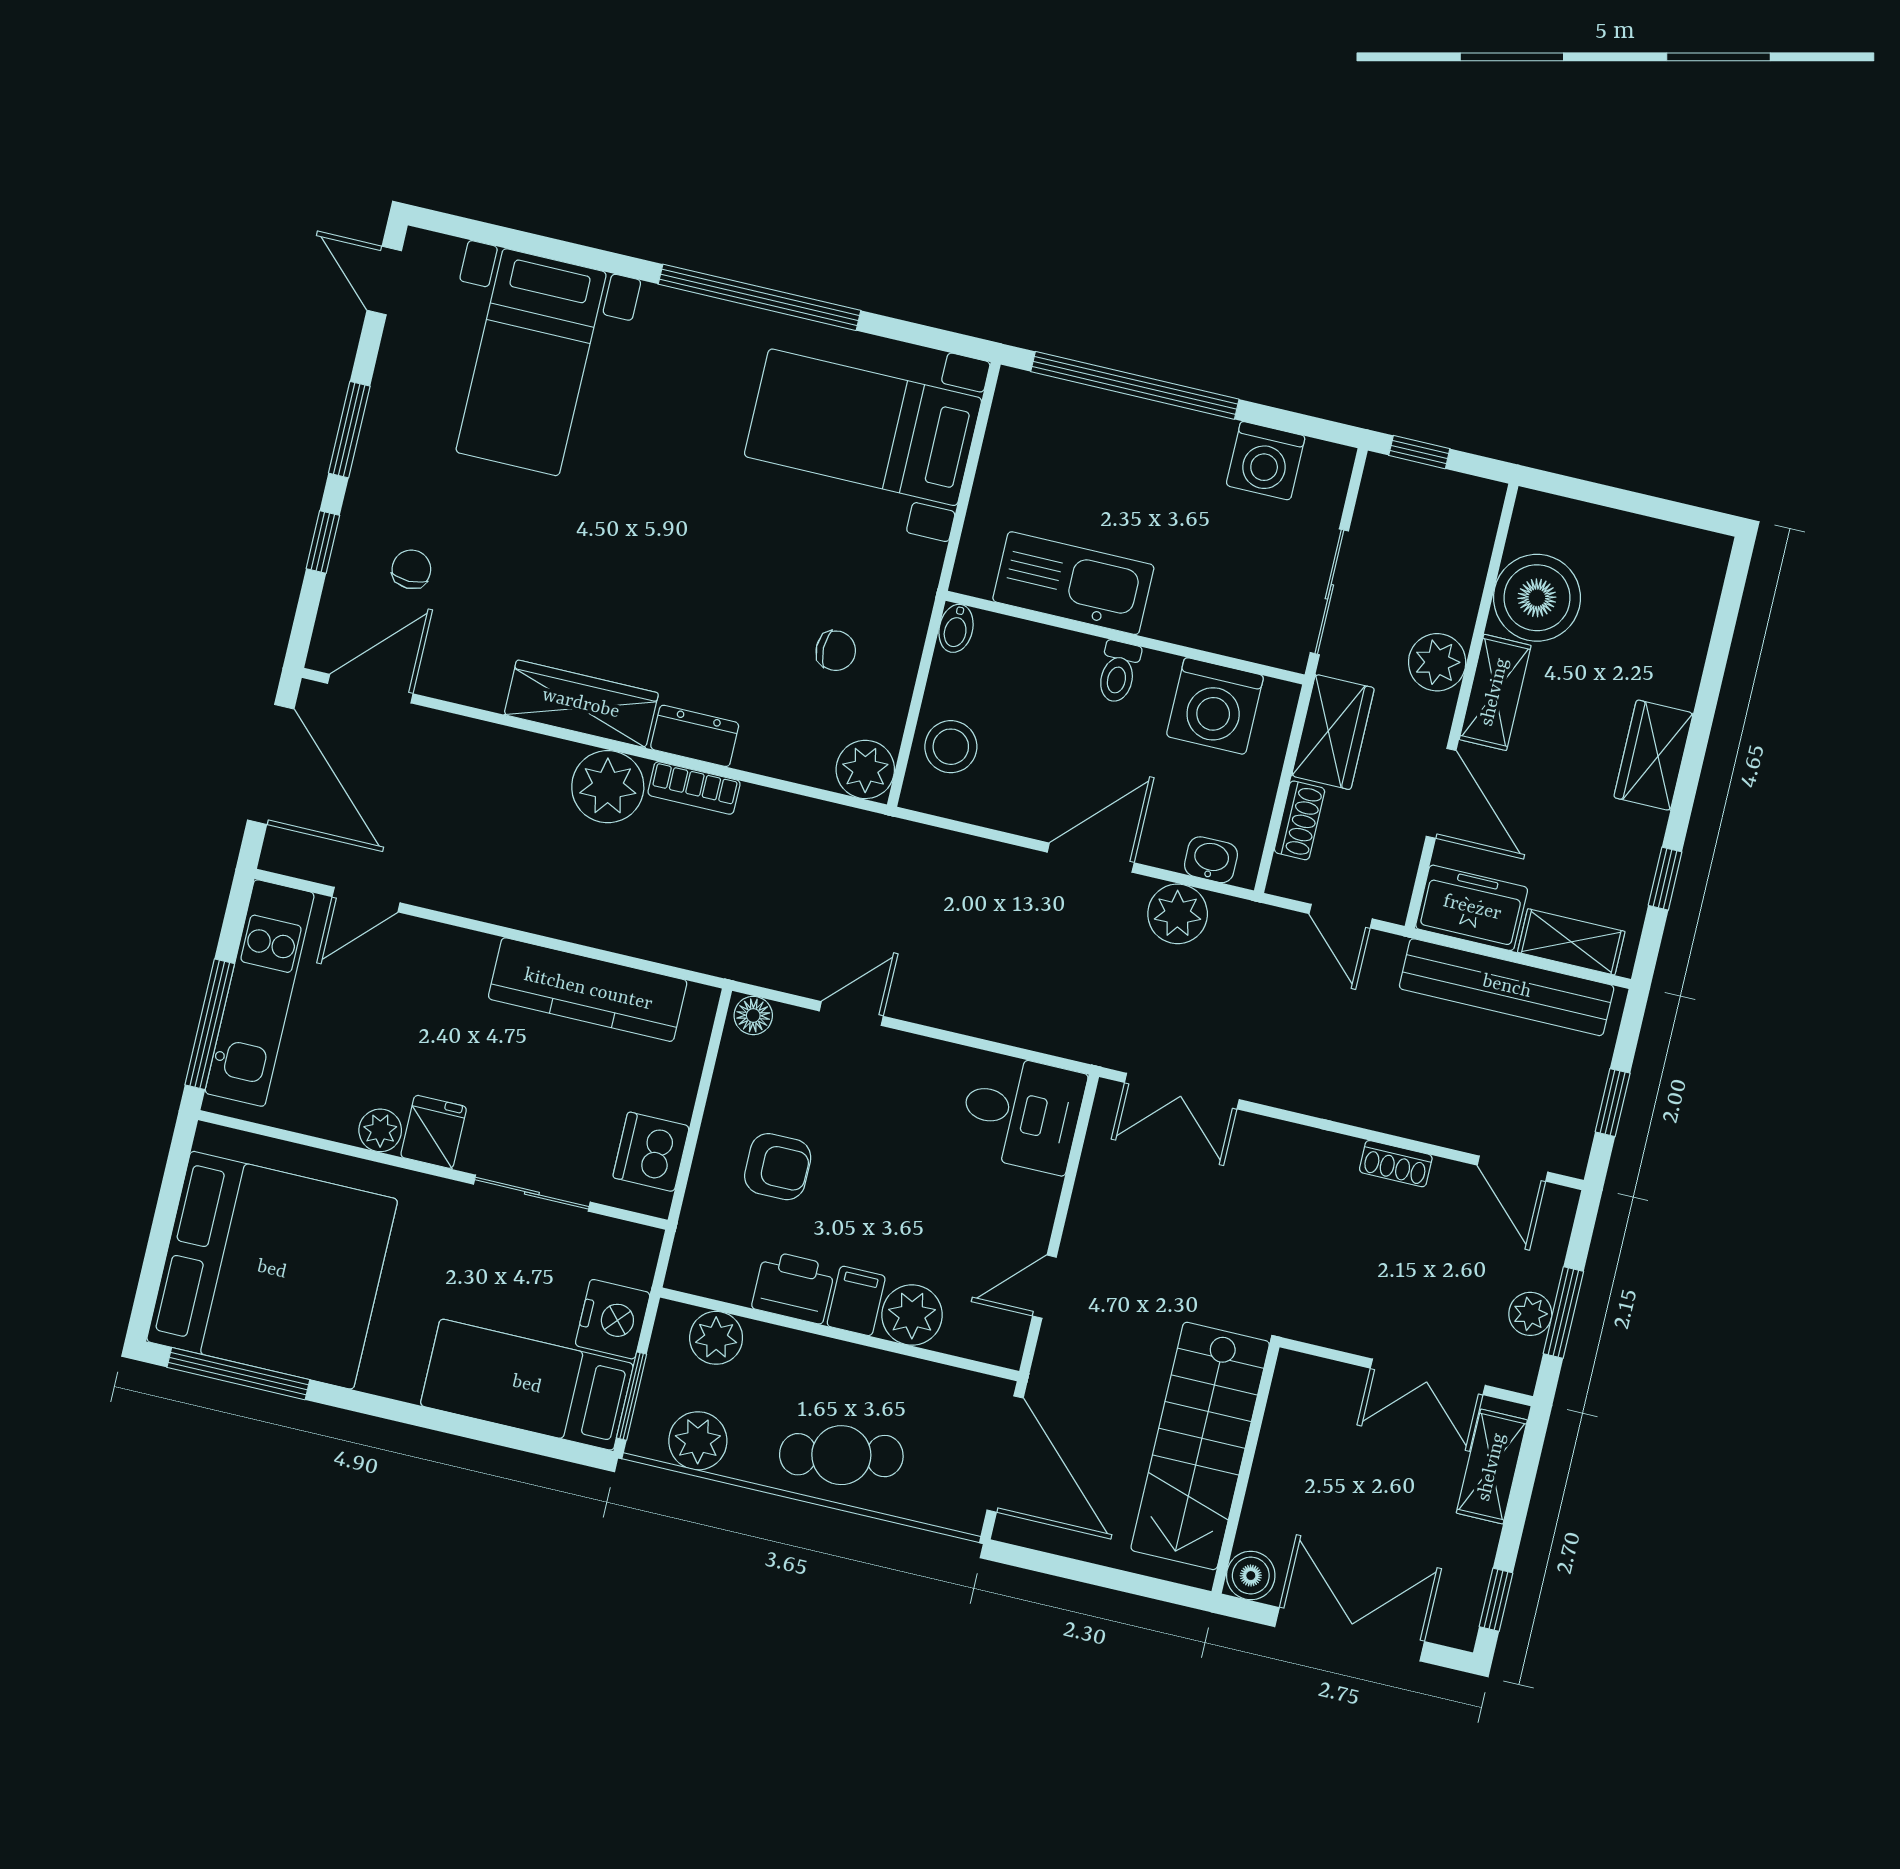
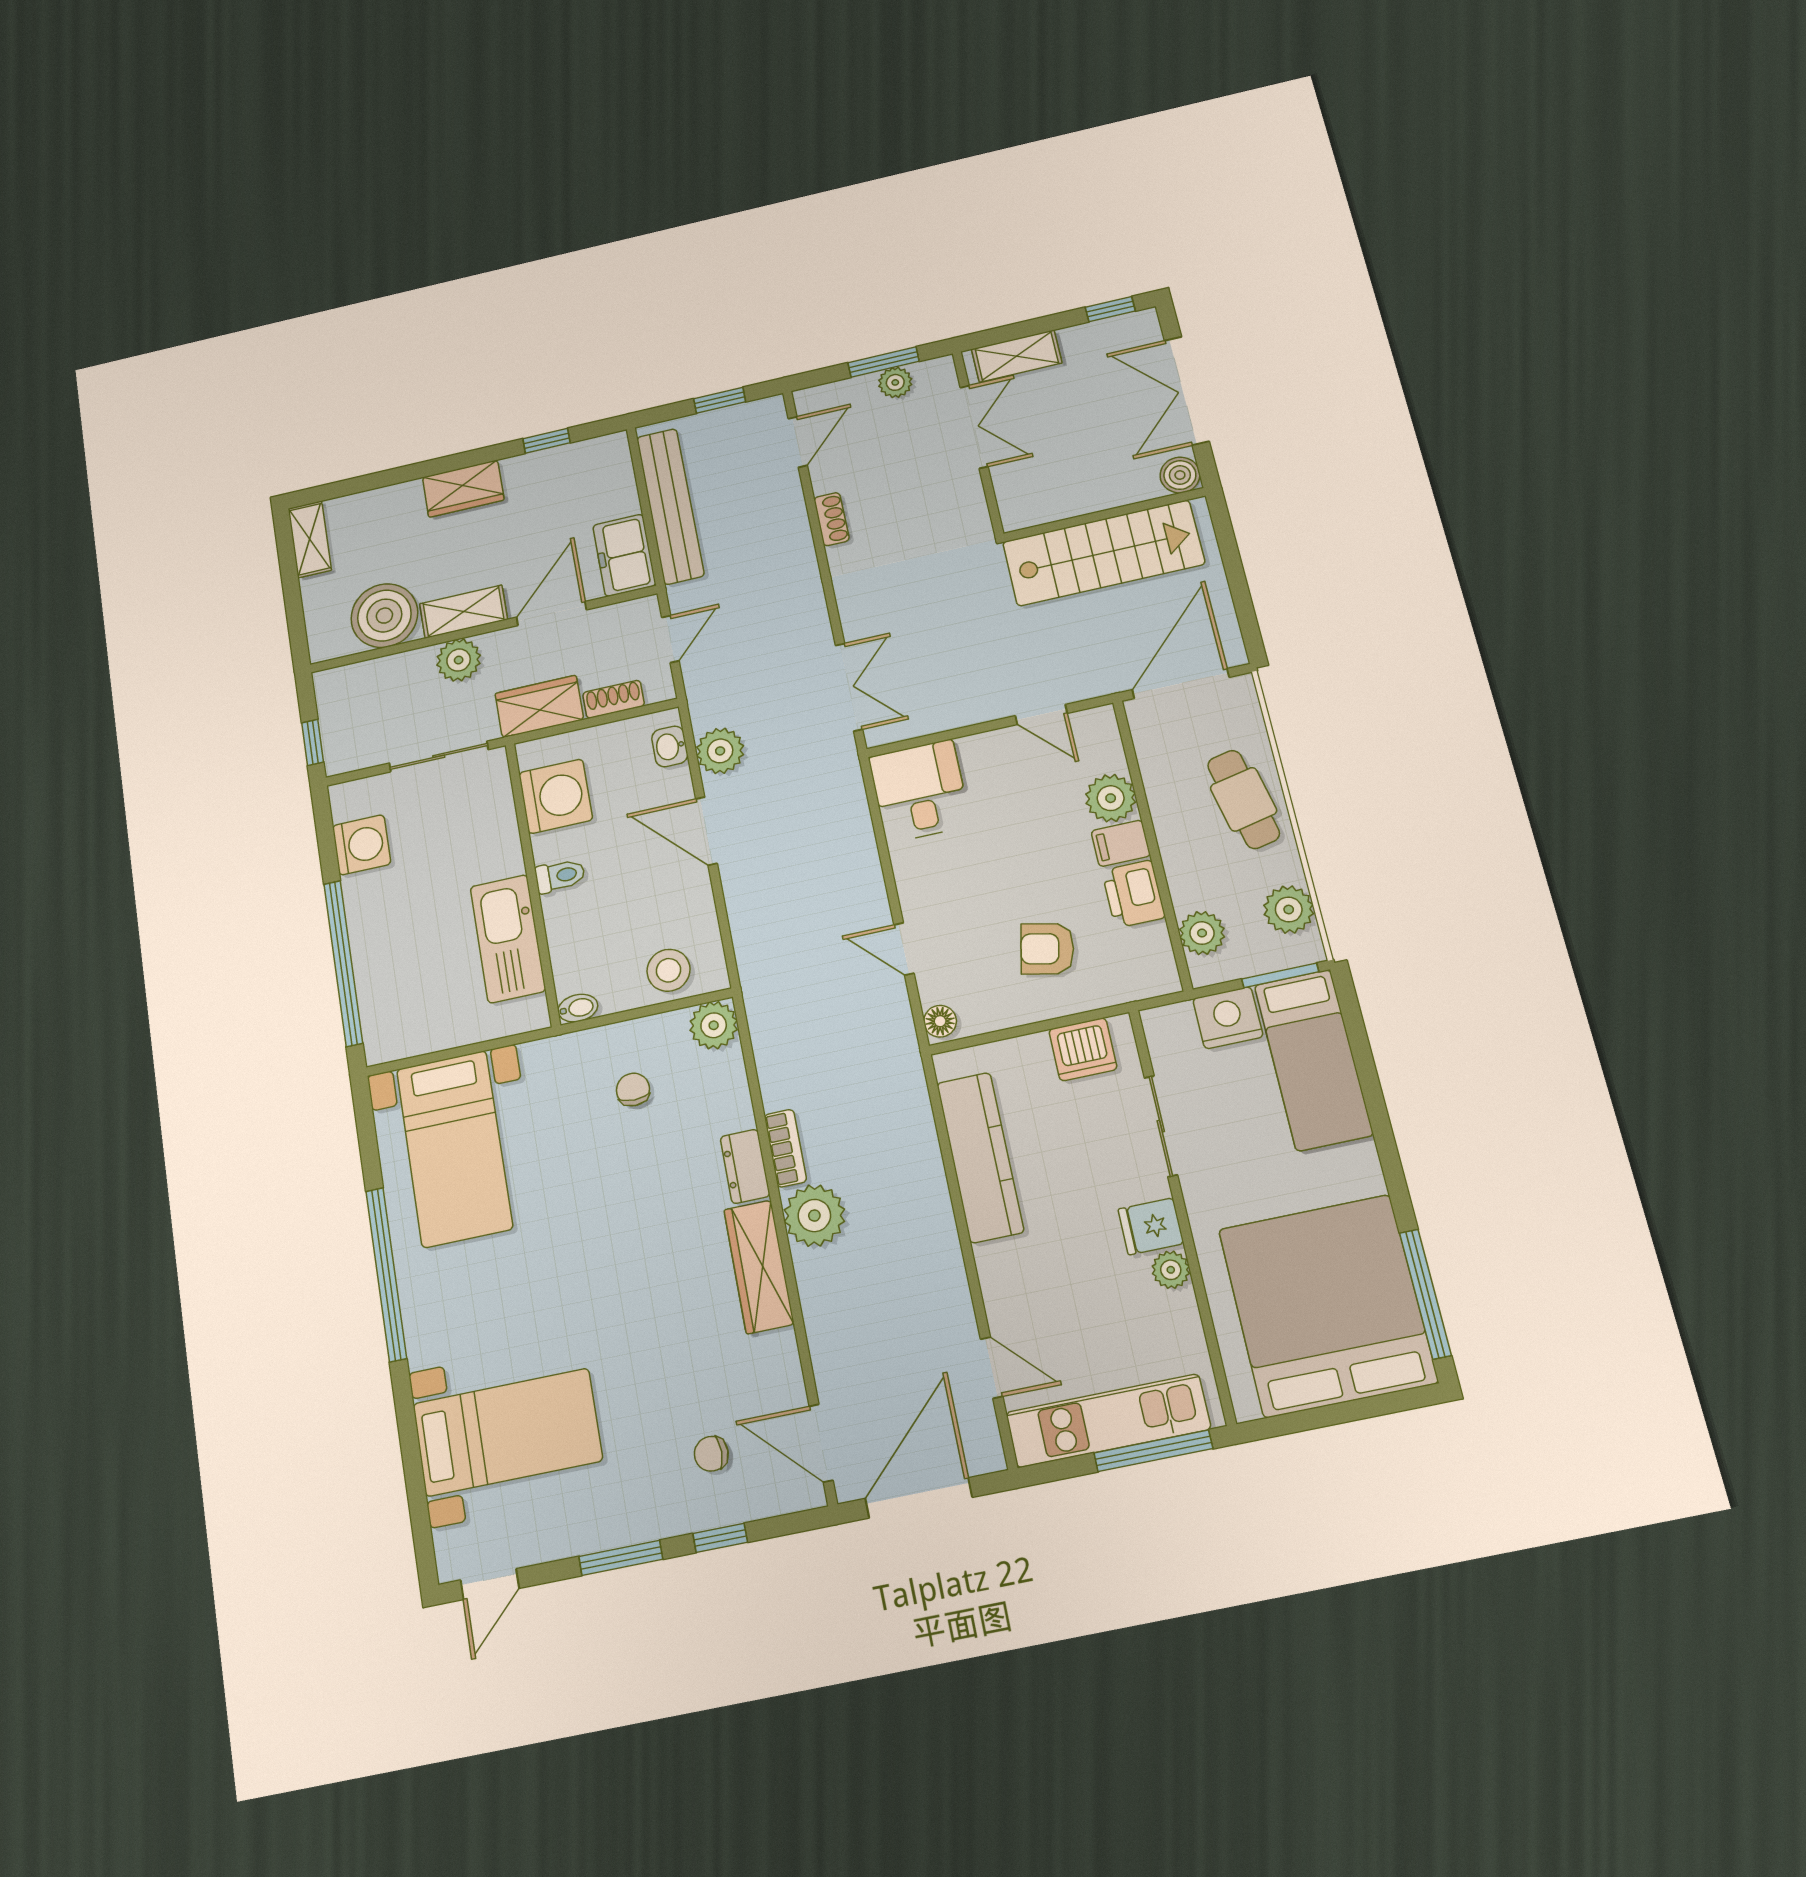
shelving: (1571, 942) -> (310, 539), moved
armchair: (778, 1167) -> (1047, 949), turned -78

